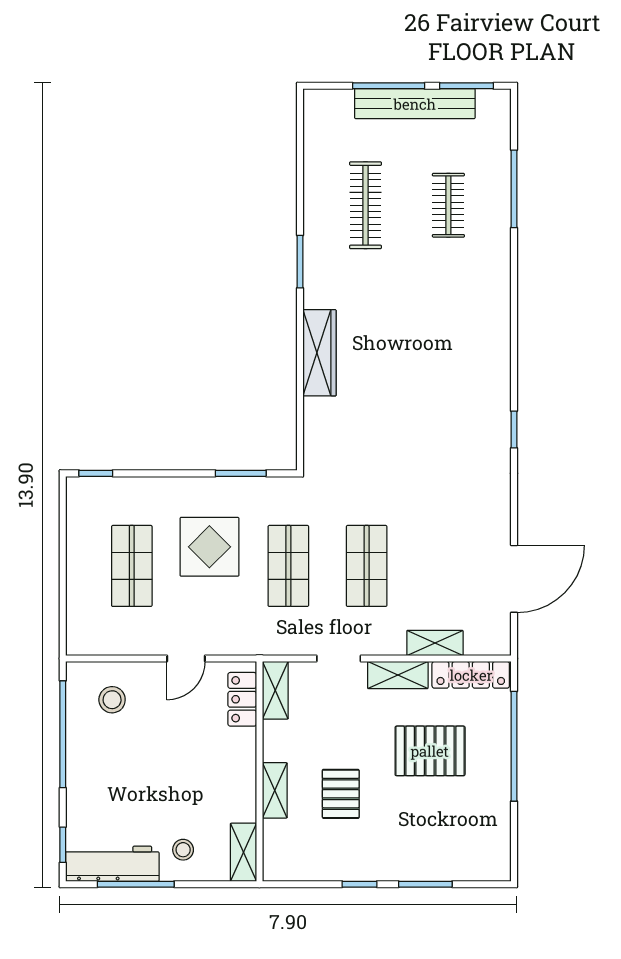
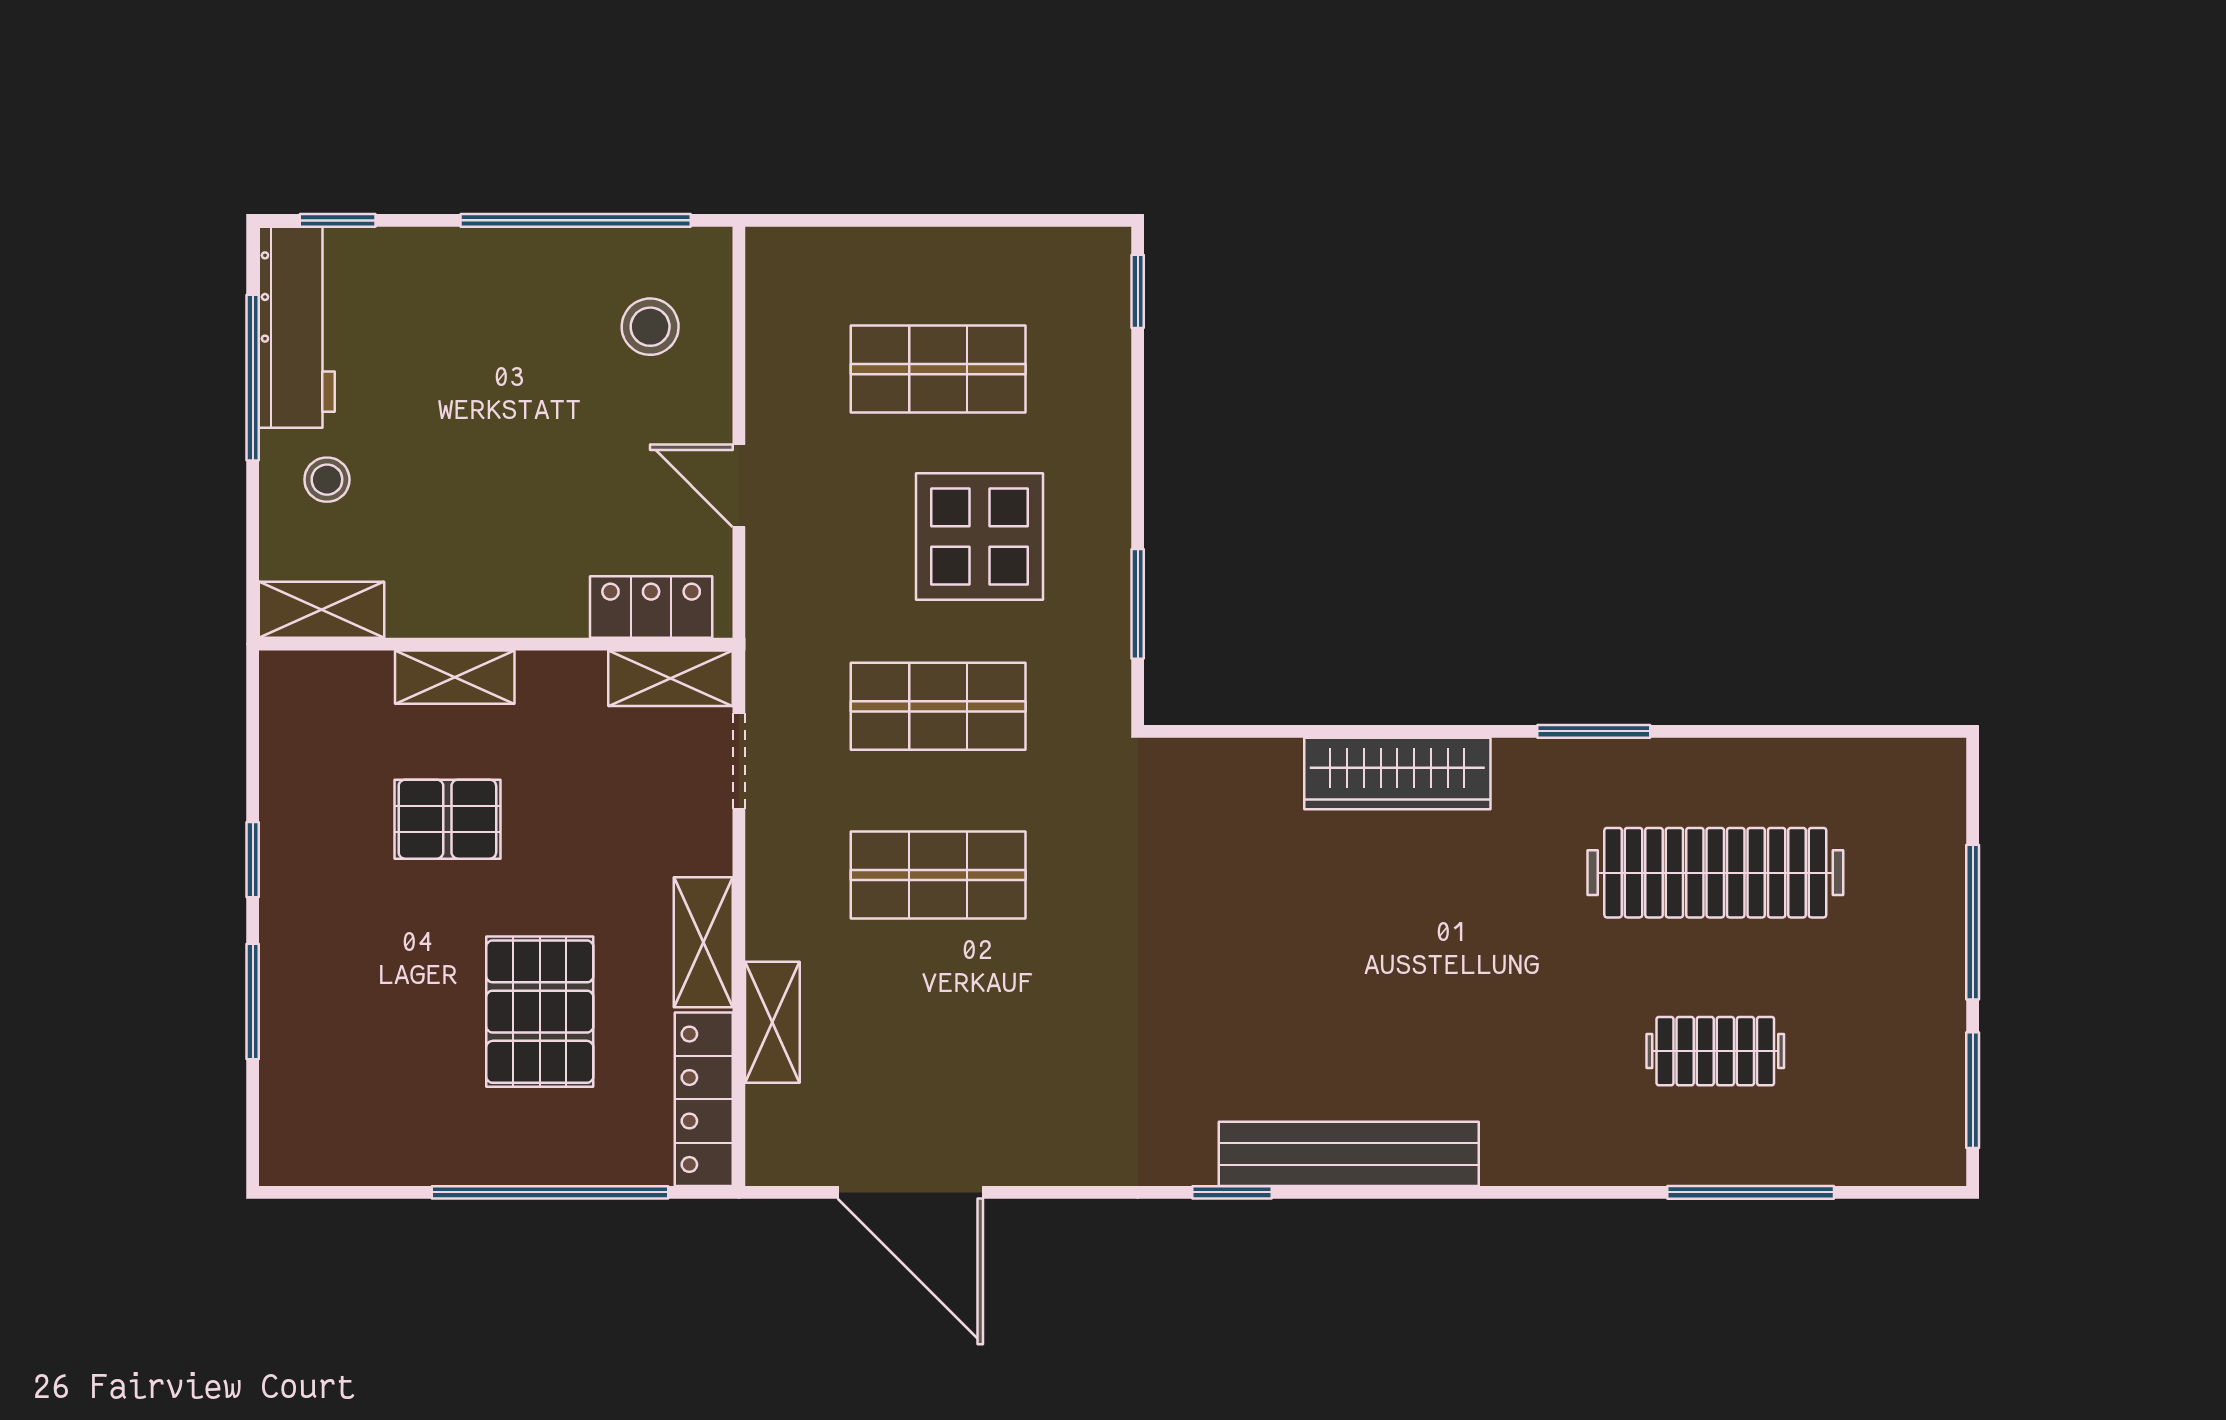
bench: (415, 104) -> (1349, 1154), moved, turned 90
clothes rail: (366, 205) -> (1715, 873), width x1.37, depth x1.31
doorway: (339, 659) -> (739, 761), moved

